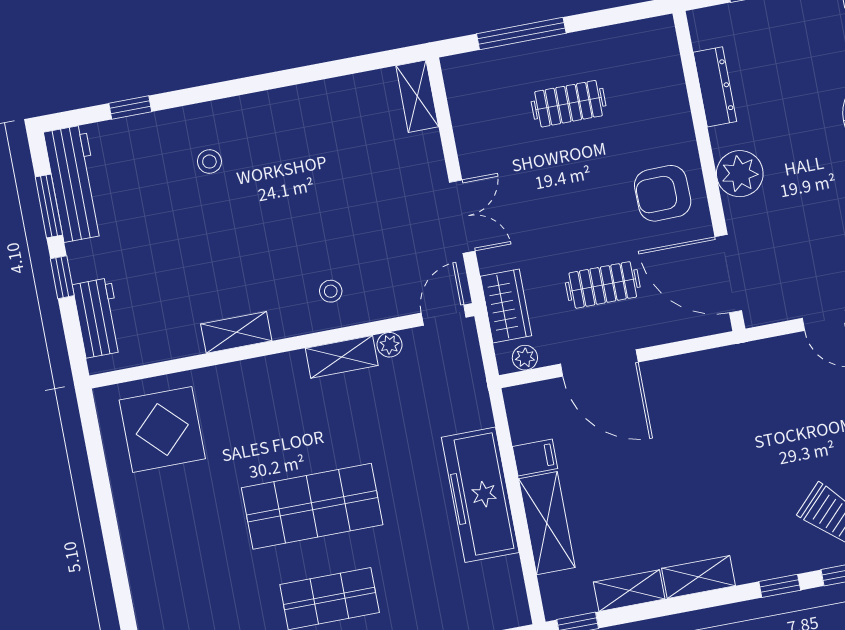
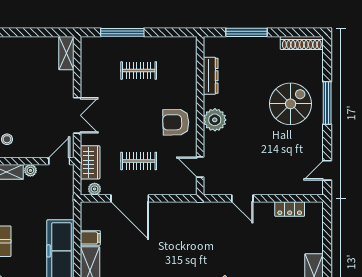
door: (728, 274) -> (200, 167), width x0.53

